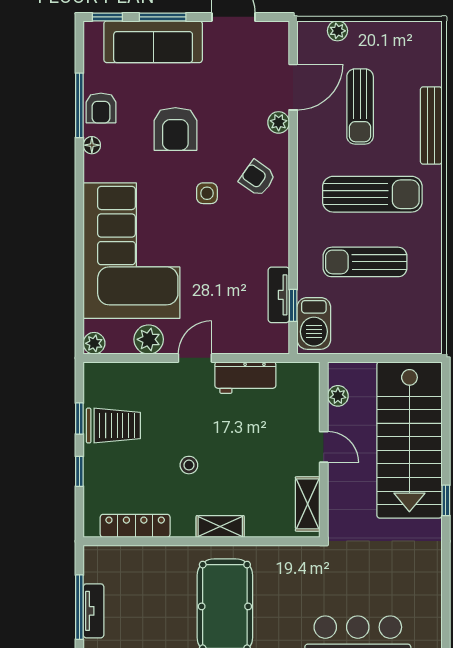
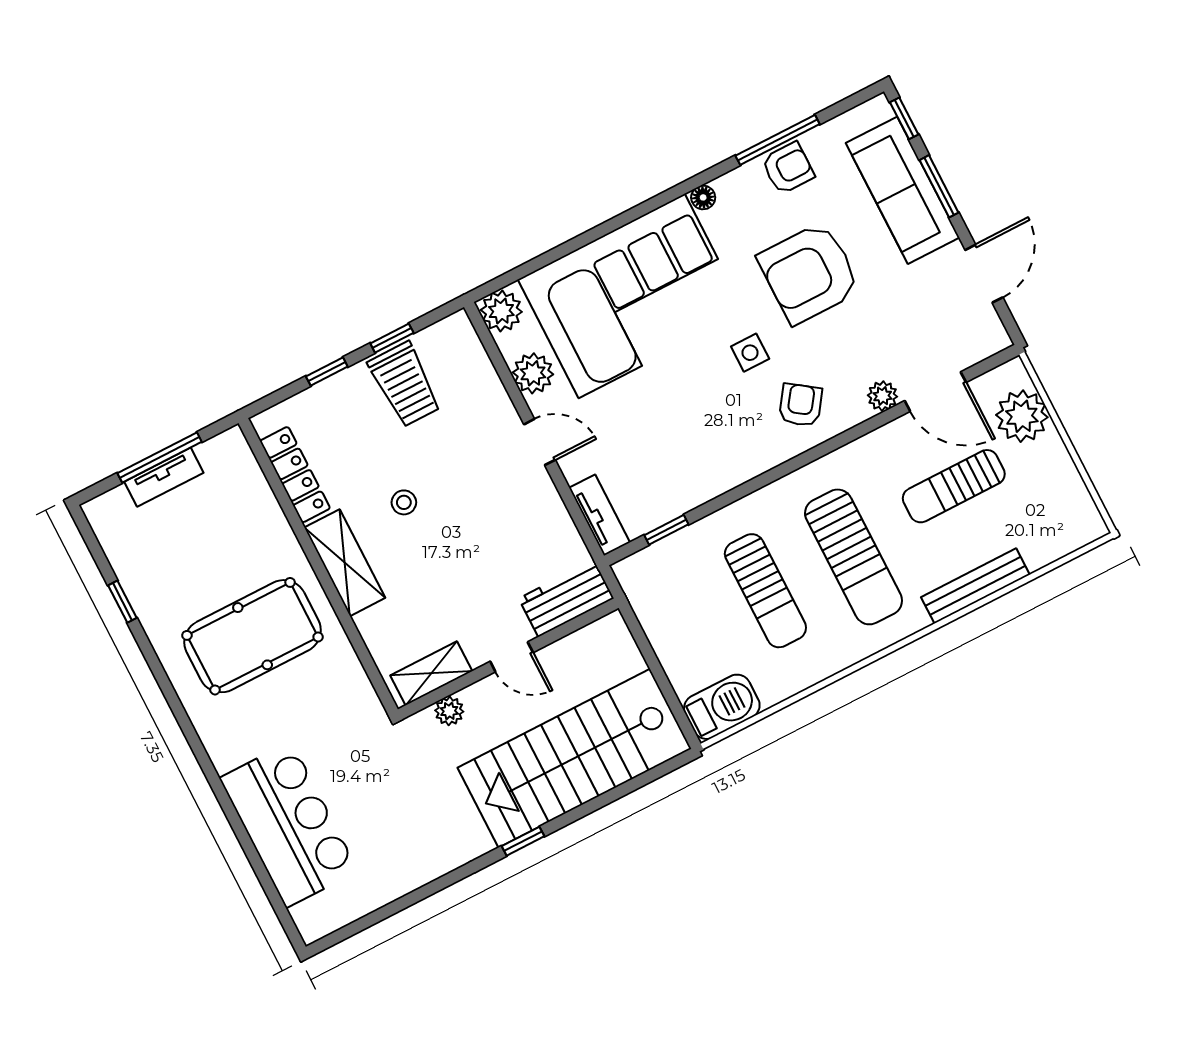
plant: (338, 31) -> (1022, 416), width x1.88, depth x1.88
armchair: (101, 108) -> (788, 168), turned 180
armchair: (175, 129) -> (809, 273), width x1.36, depth x1.36
floor lamp: (92, 145) -> (703, 197), moved
sun lounger: (365, 262) -> (765, 591), turned 180
tv unit: (279, 295) -> (600, 515), moved, turned 90
barbecue: (314, 323) -> (722, 707), moved, turned 180
plant: (94, 343) -> (501, 311), width x1.38, depth x1.38
workbench: (245, 378) -> (566, 598), moved, turned 90
plant: (338, 396) -> (449, 711), moved
door: (324, 447) -> (512, 657), hinge flipped
shelving: (220, 527) -> (345, 563), width x1.50, depth x1.33

